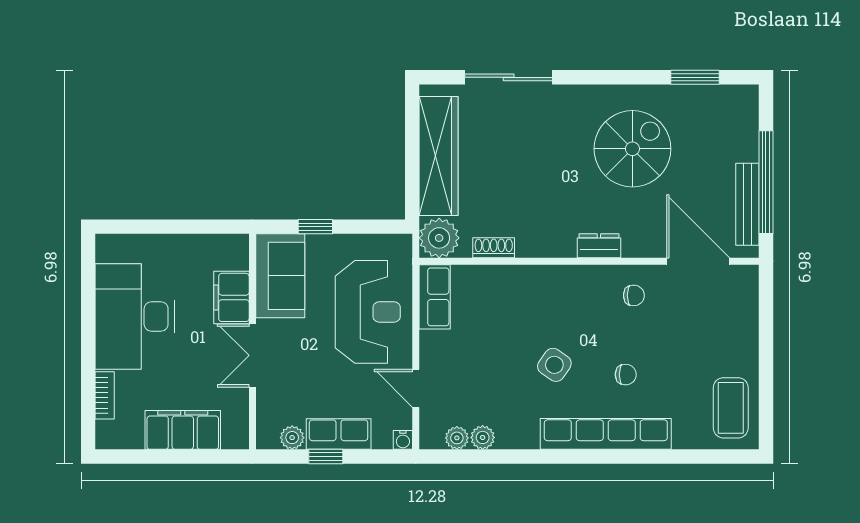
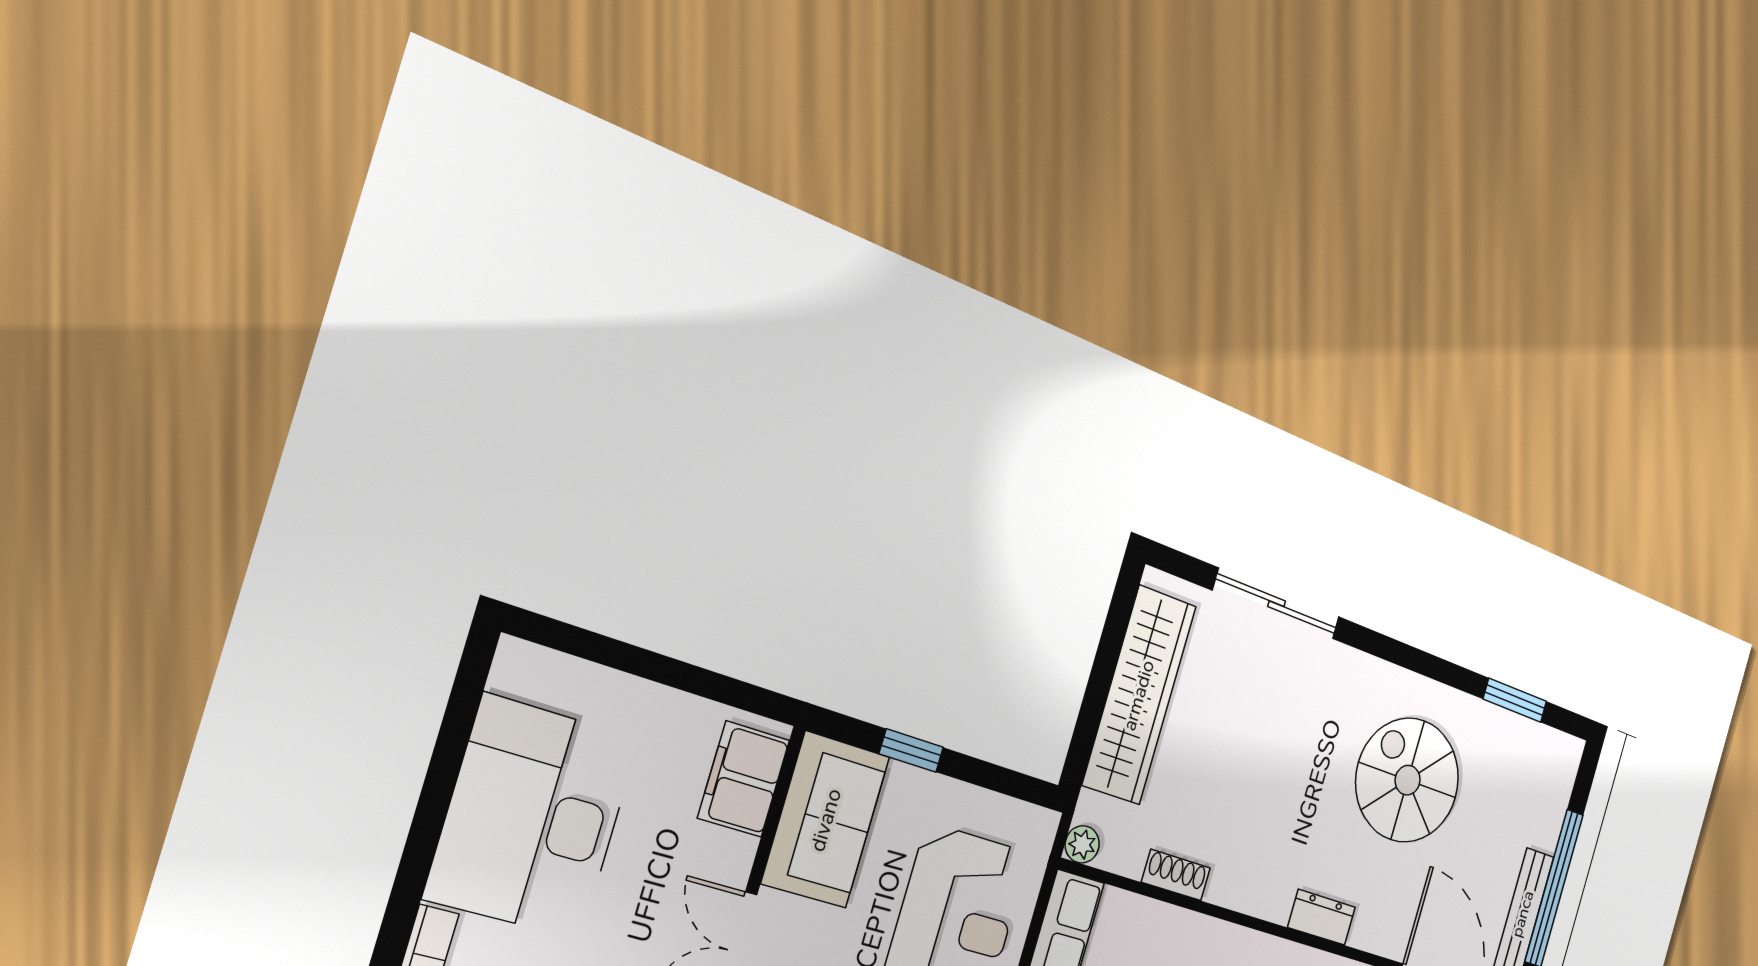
spiral stairs: (632, 149) -> (1408, 780), turned -90
plant: (439, 238) -> (1082, 844), width x0.53, depth x0.53
filing cabinet: (231, 297) -> (744, 779), moved

